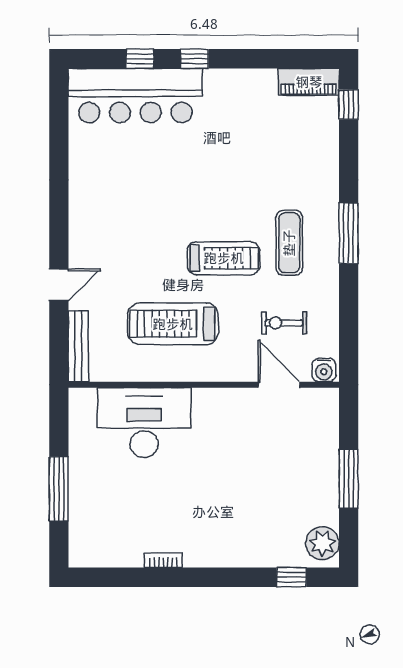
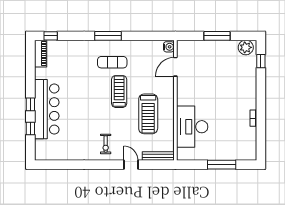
bar counter: (135, 96) -> (47, 109), moved
exercise bike: (284, 323) -> (106, 144), moved

